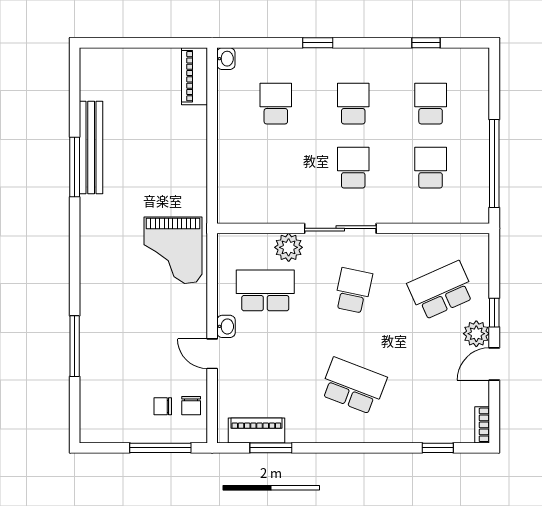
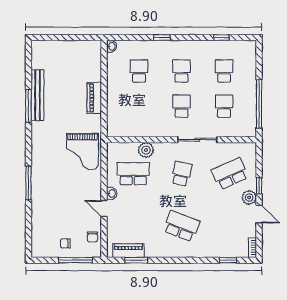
piano: (194, 76) -> (94, 98), moved
sliding door: (340, 228) -> (197, 140), moved
window: (75, 346) -> (28, 183), moved
door: (494, 364) -> (259, 214), swing flipped
chair: (163, 406) -> (65, 243), moved

